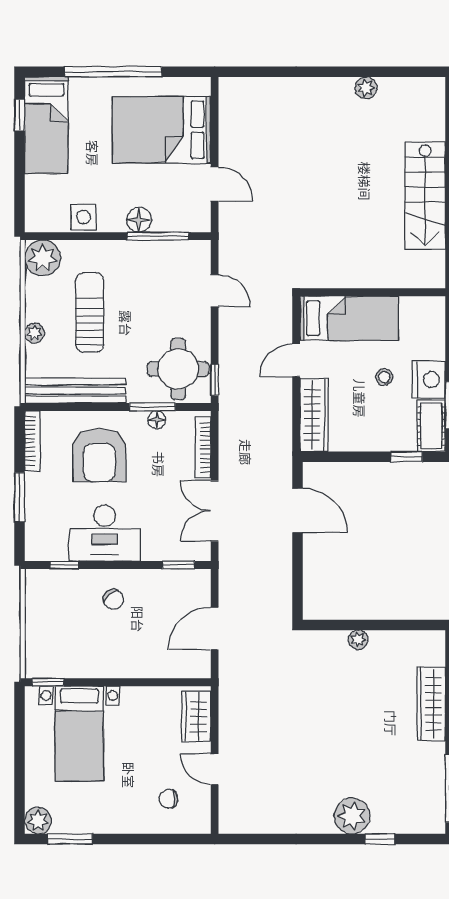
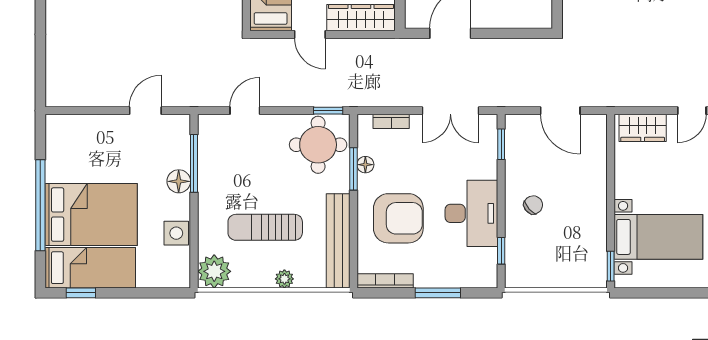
bed: (162, 130) -> (91, 215), moved, turned -90
bookcase: (203, 447) -> (391, 121), width x0.64

